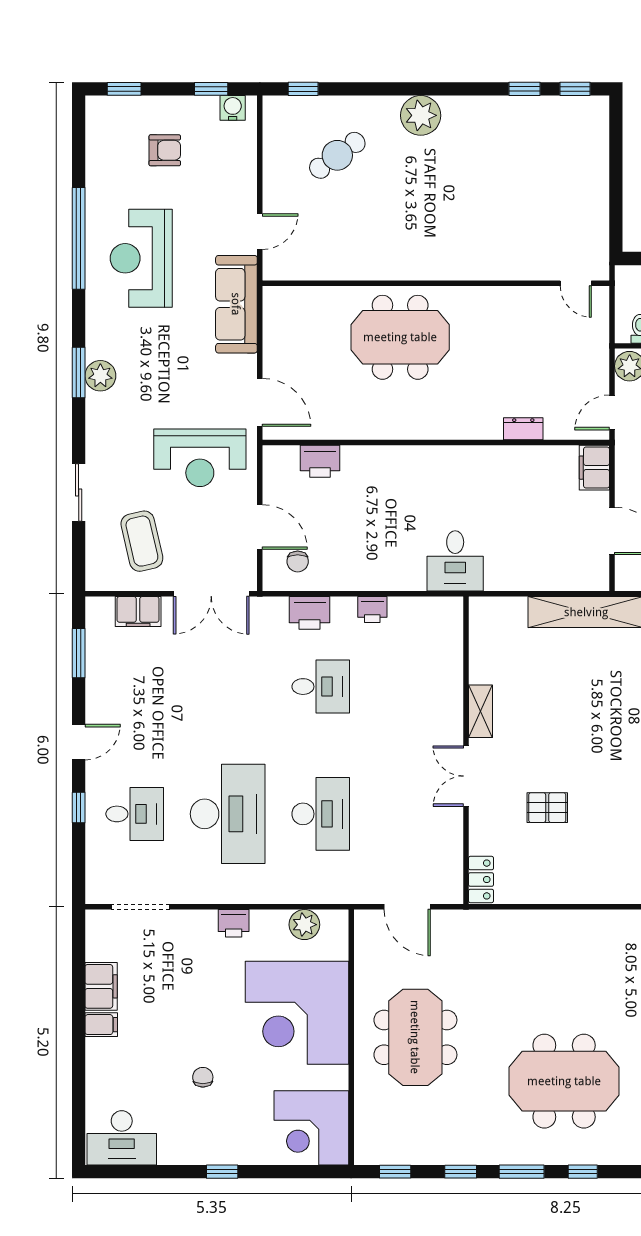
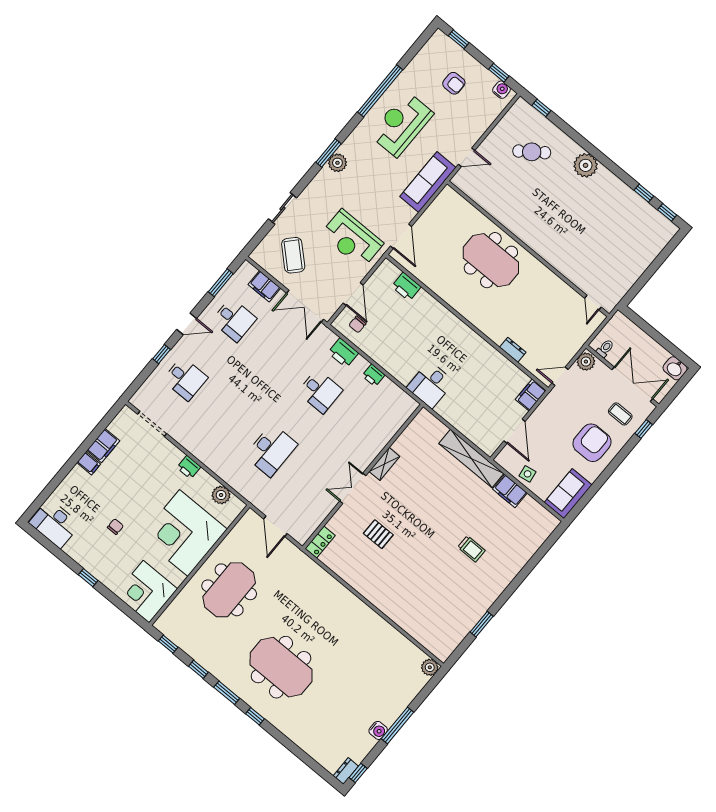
coffee table: (142, 541) -> (293, 255), turned -34
desk: (228, 814) -> (234, 320), moved, width x0.53, depth x0.77

